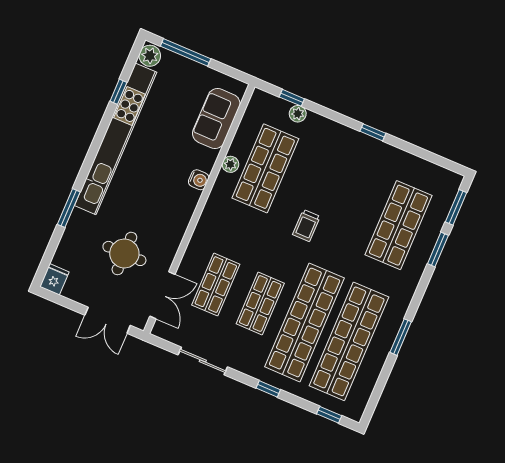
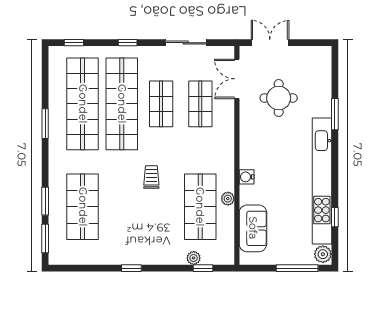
fridge: (54, 279) -> (323, 56), removed

